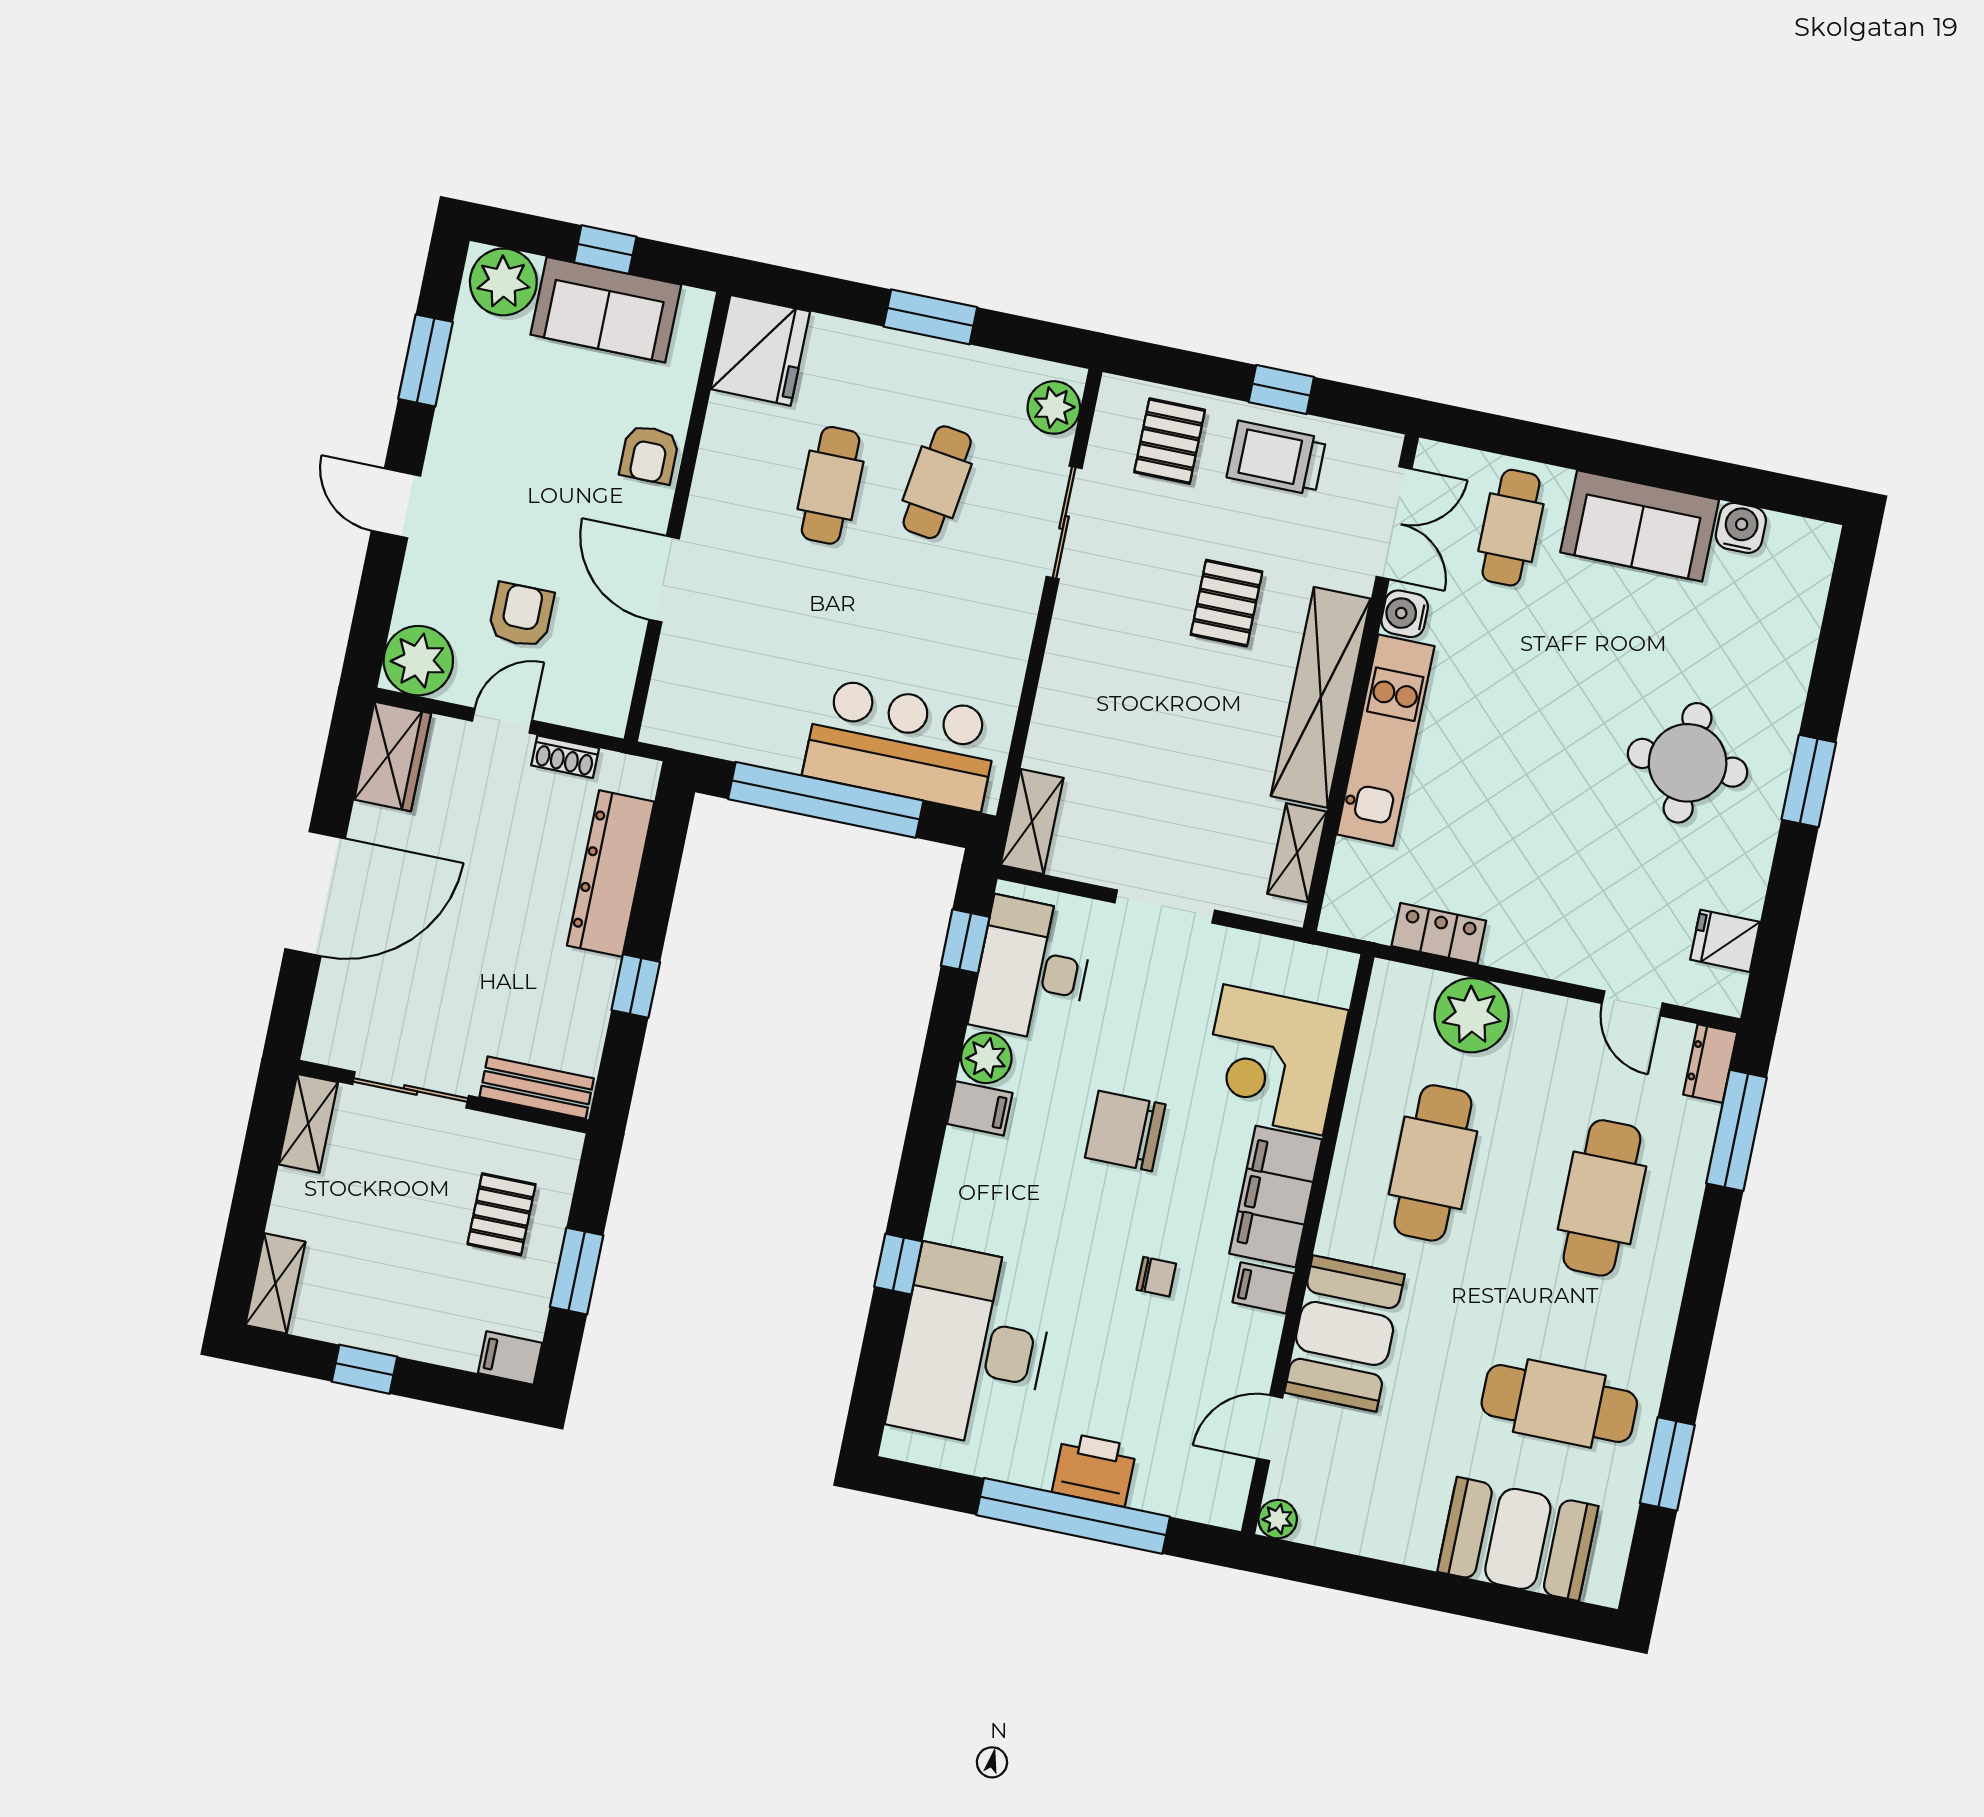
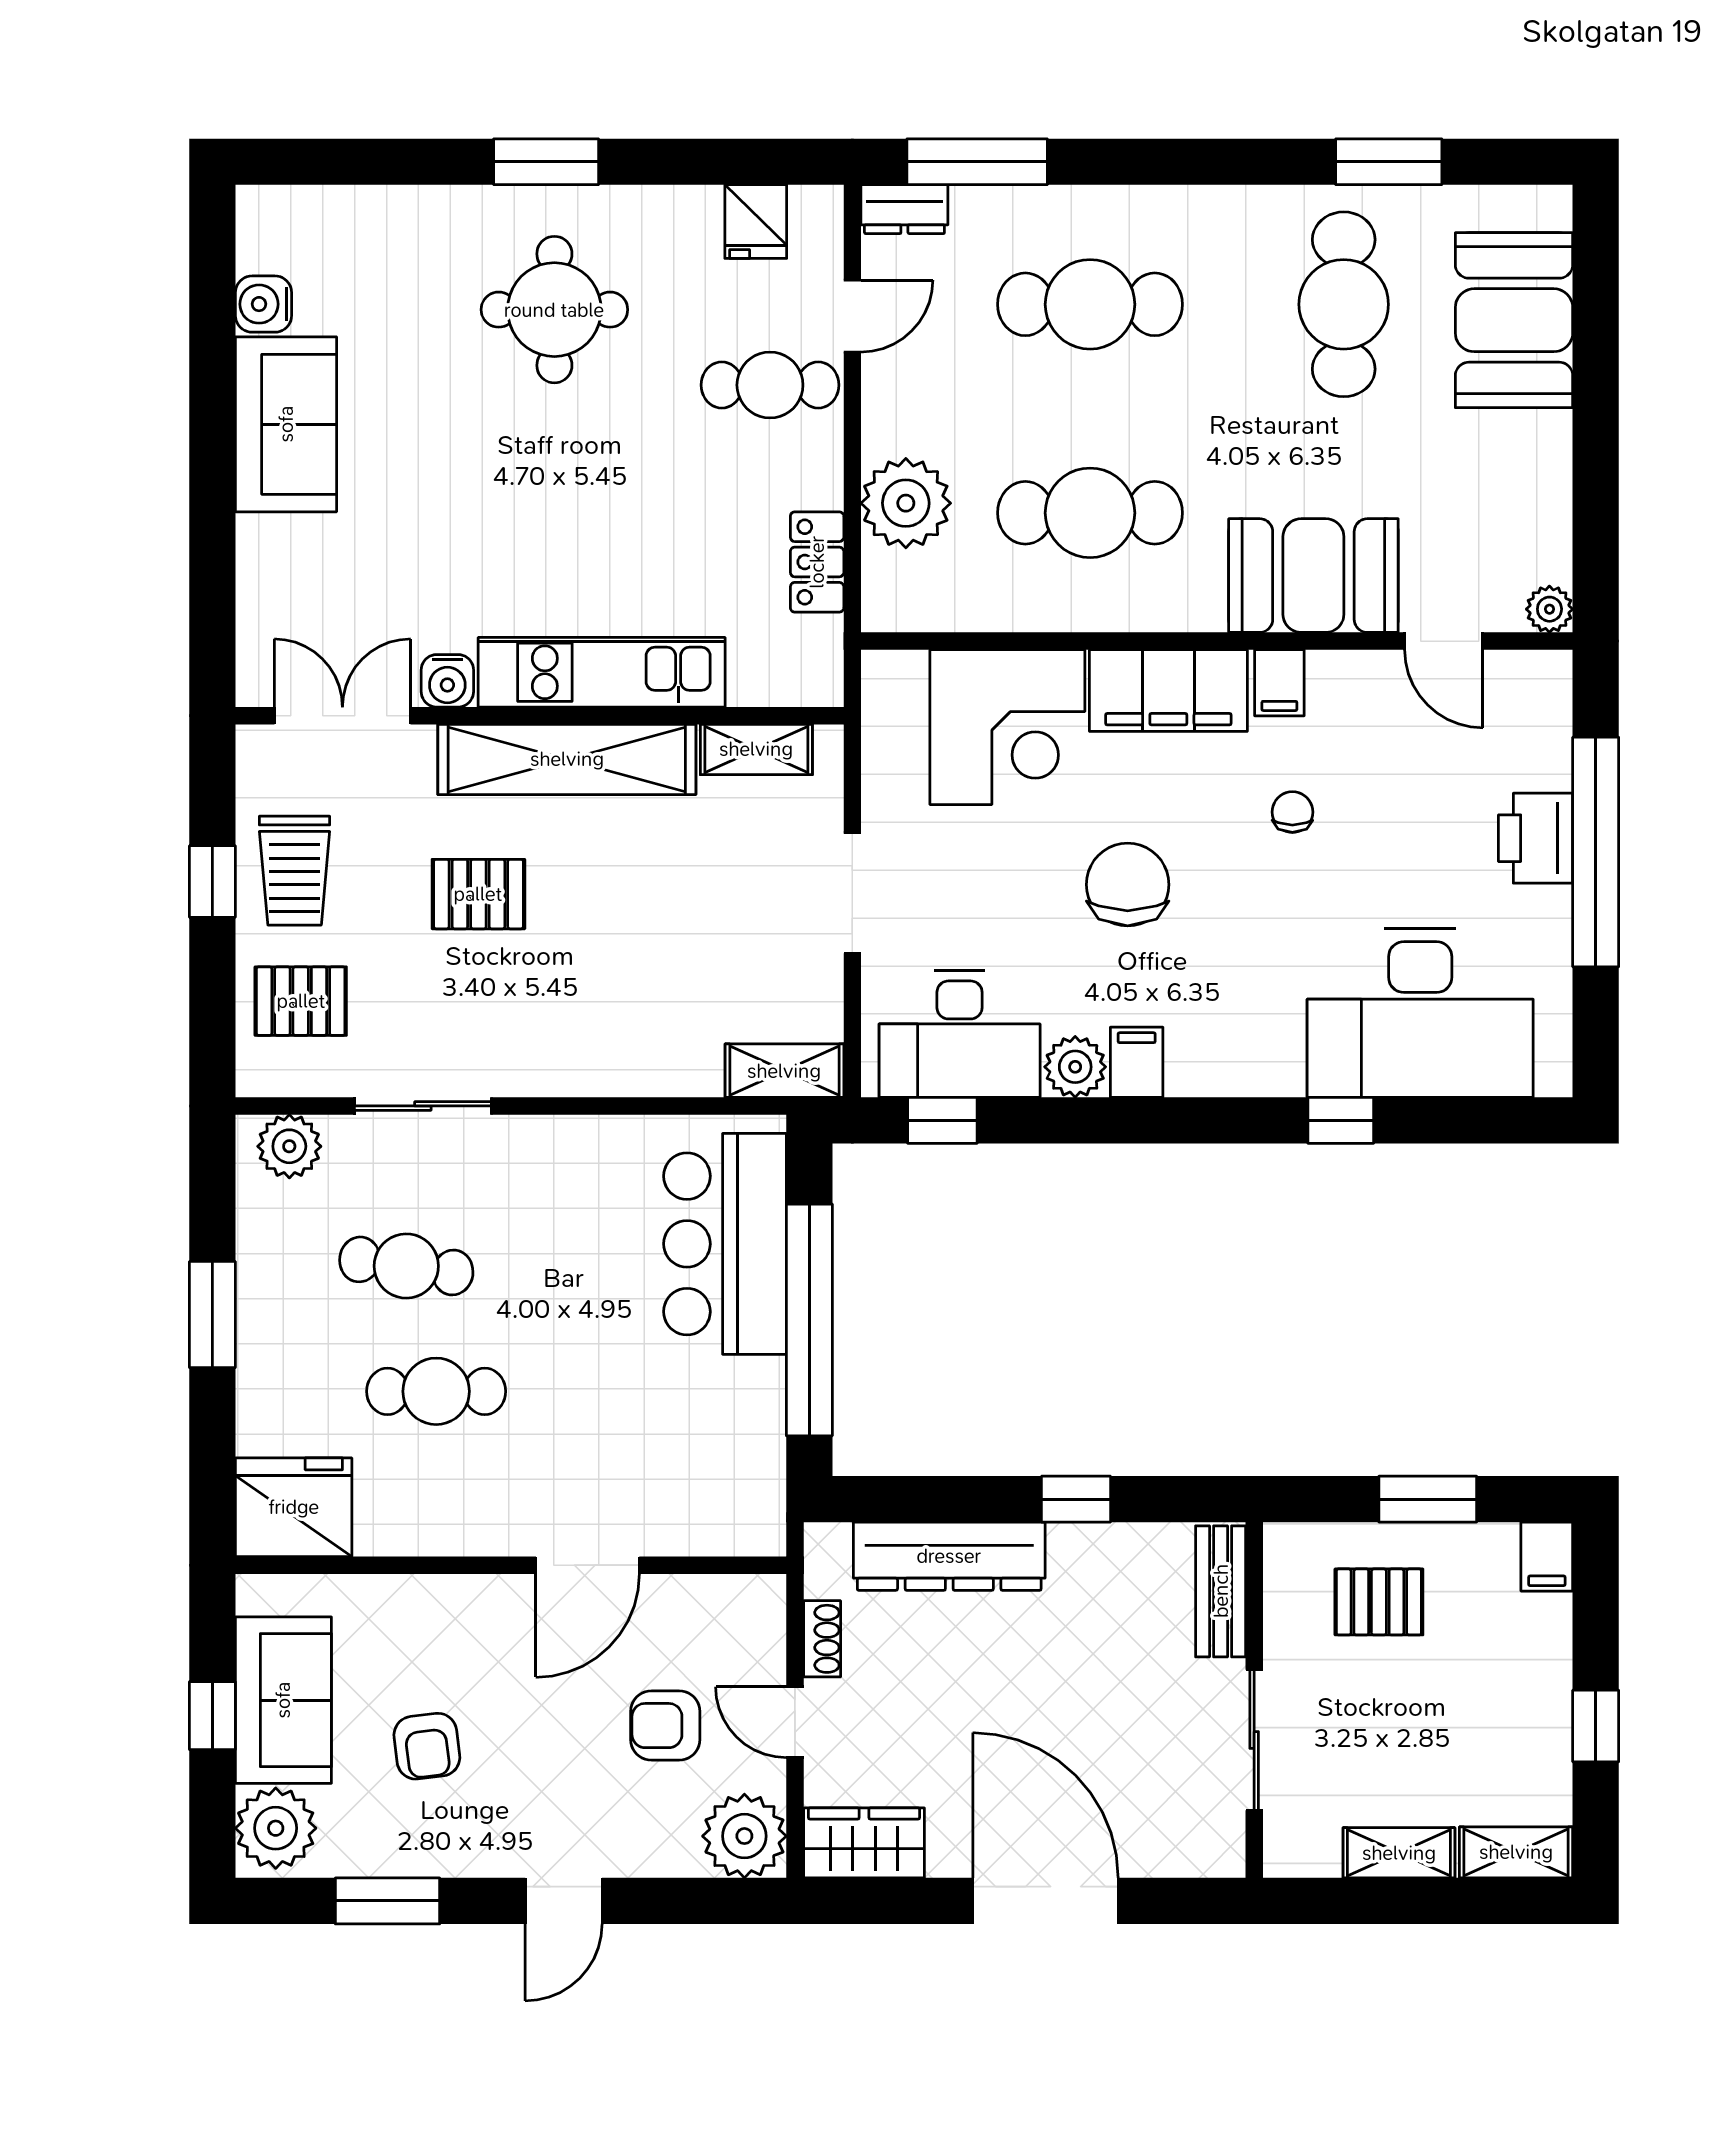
armchair: (649, 454) -> (427, 1746), moved, turned 83
cafe table: (1511, 528) -> (770, 385), moved
shelving: (308, 1123) -> (1399, 1853), moved
chair: (1125, 1131) -> (1128, 885), turned 180

